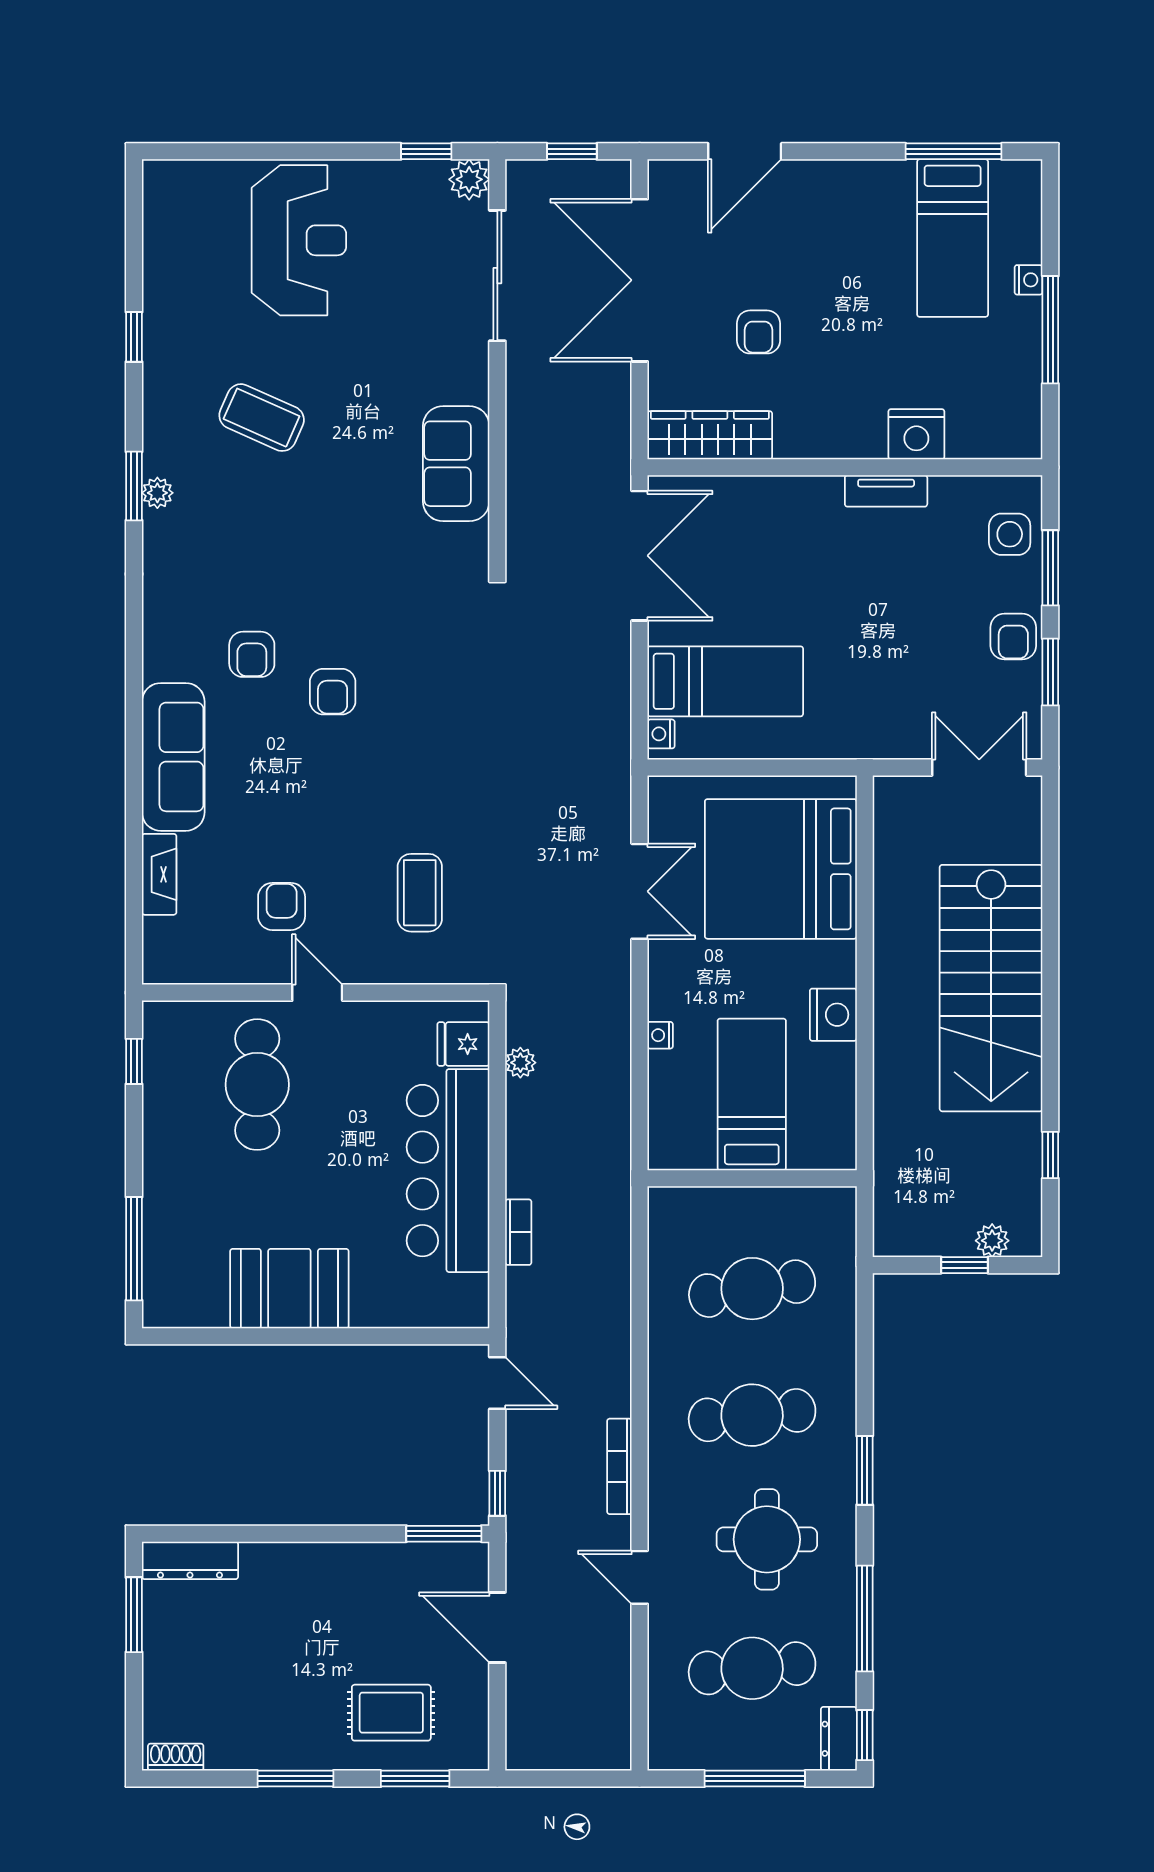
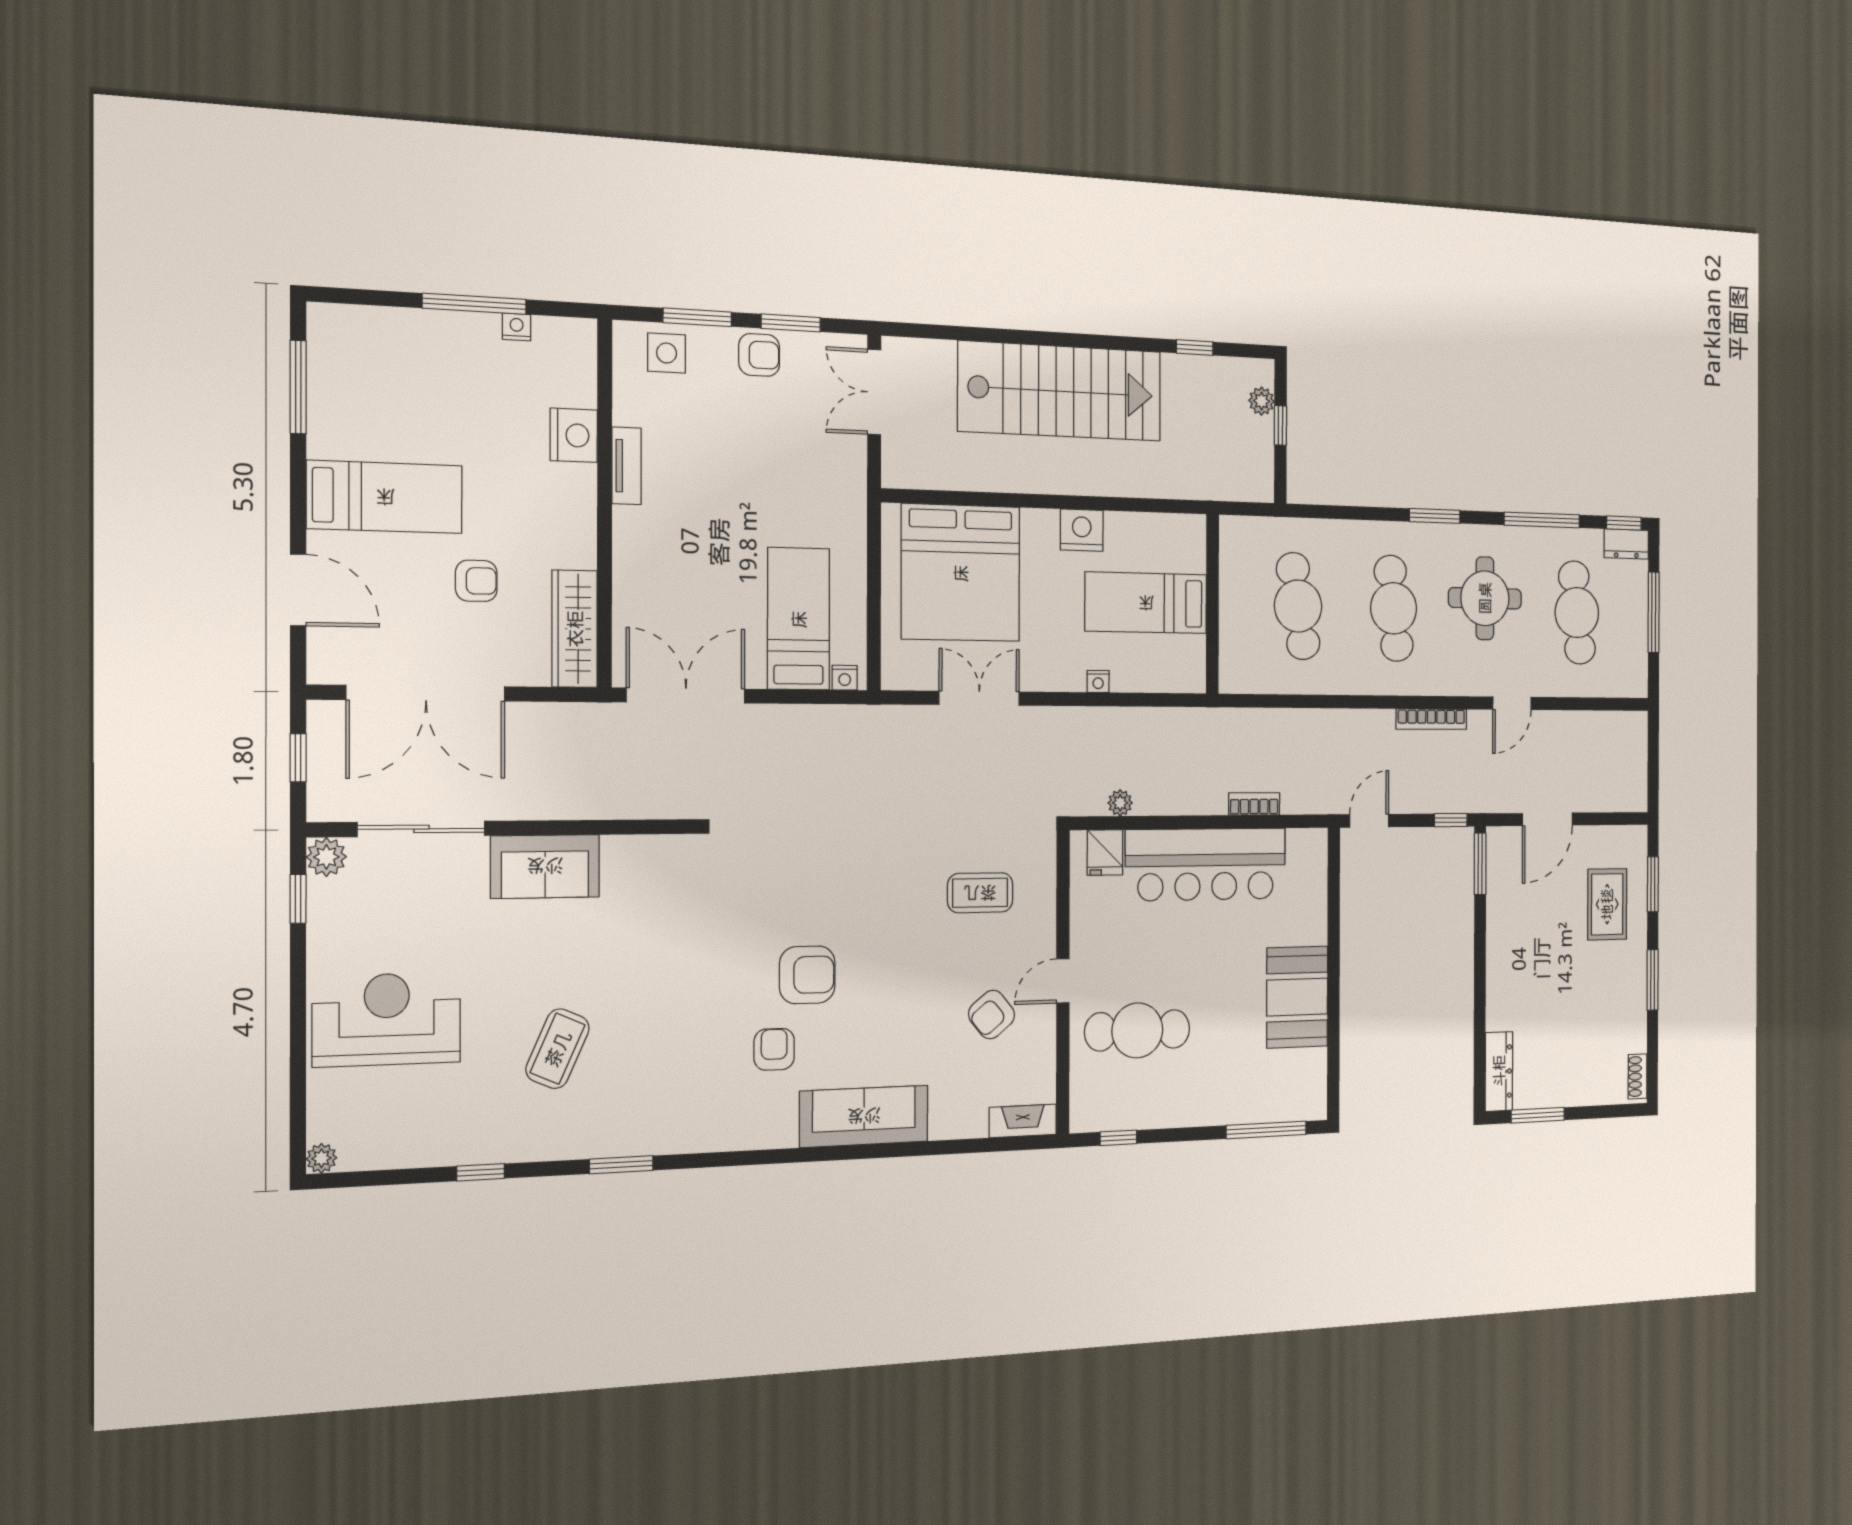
bed: (953, 238) -> (385, 497), moved
nightstand: (1028, 280) -> (517, 327), moved
sofa: (456, 464) -> (545, 866), moved
plant: (157, 493) -> (321, 1158), moved
armchair: (252, 654) -> (774, 1049), turned -90
armchair: (333, 692) -> (807, 975), width x1.38, depth x1.38
fireplace: (159, 874) -> (1023, 1121), moved
armchair: (282, 906) -> (992, 1015), turned -39

